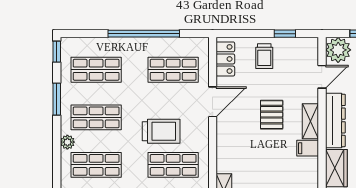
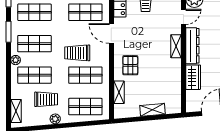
door: (213, 102) -> (111, 33), swing flipped
pallet: (272, 115) -> (130, 65), moved
trolley: (161, 131) -> (77, 53), turned 180
filing cabinet: (308, 148) -> (174, 64), removed

